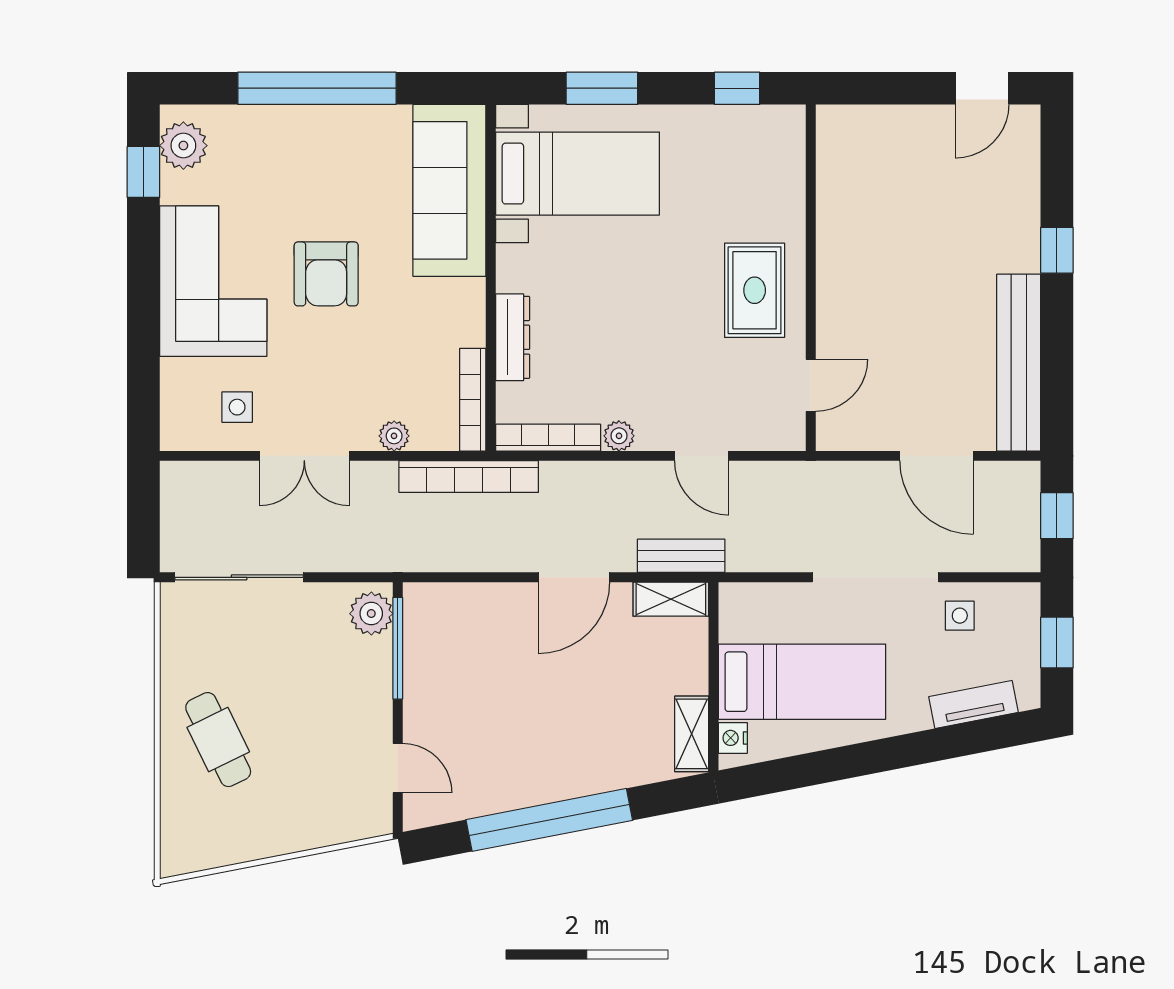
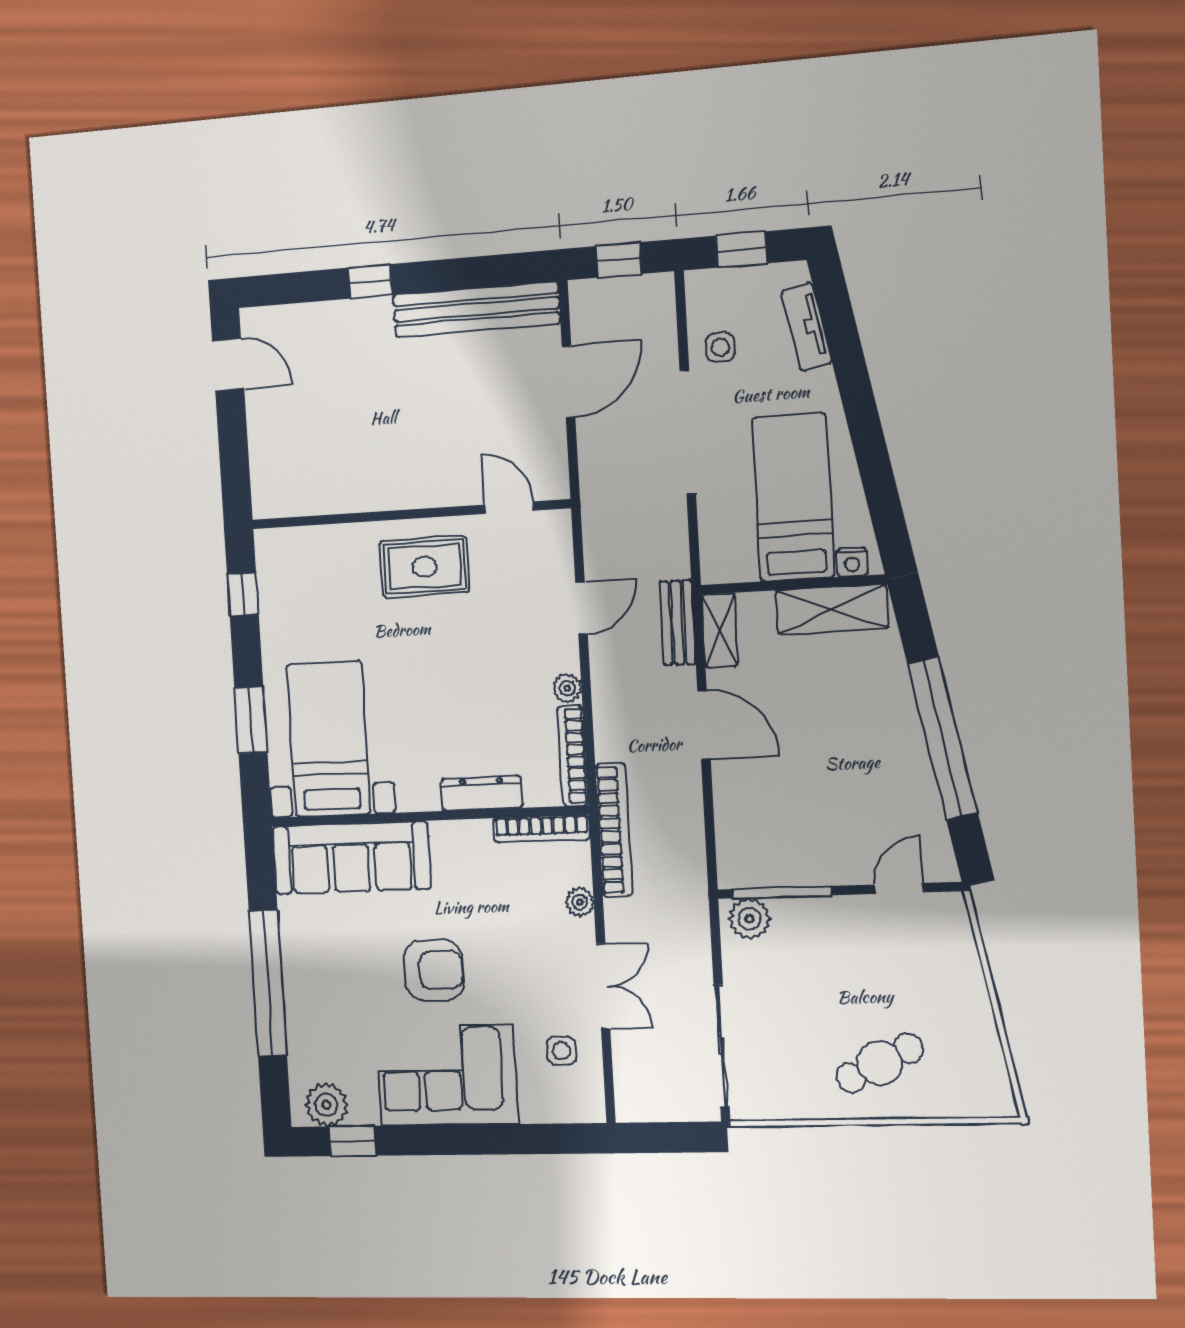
shelving: (692, 734) -> (832, 609), width x1.50, depth x1.33

